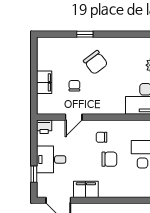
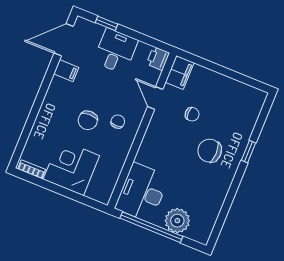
chair: (96, 62) -> (210, 151), turned 37
filing cabinet: (44, 82) -> (180, 72), moved, turned -90
filing cabinet: (86, 189) -> (66, 71), width x0.50

